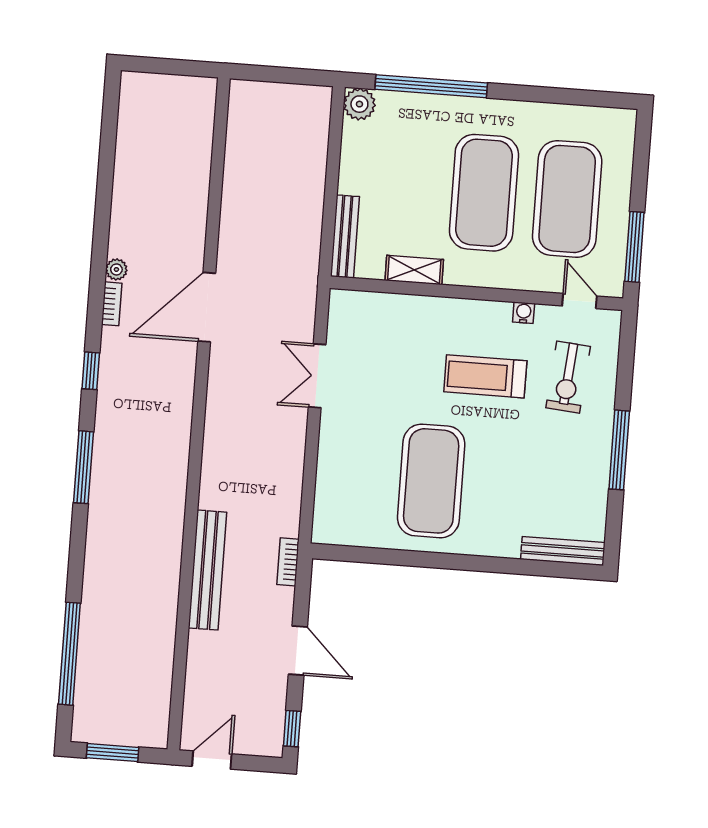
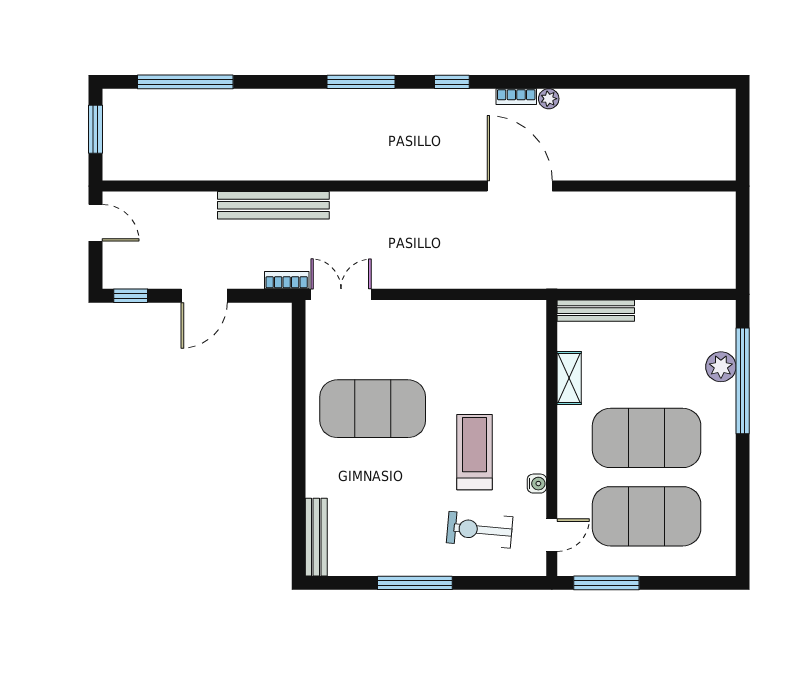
plant: (359, 104) -> (721, 367), moved
double door: (317, 376) -> (341, 294), moved

